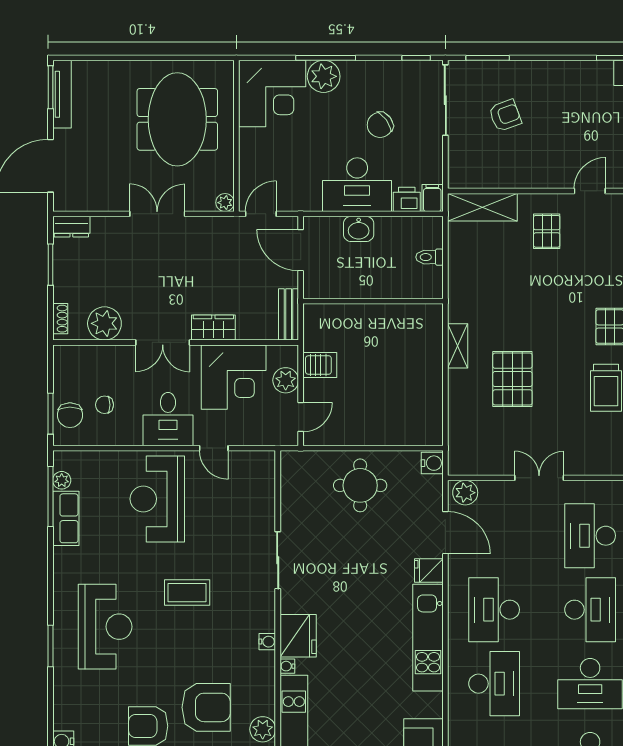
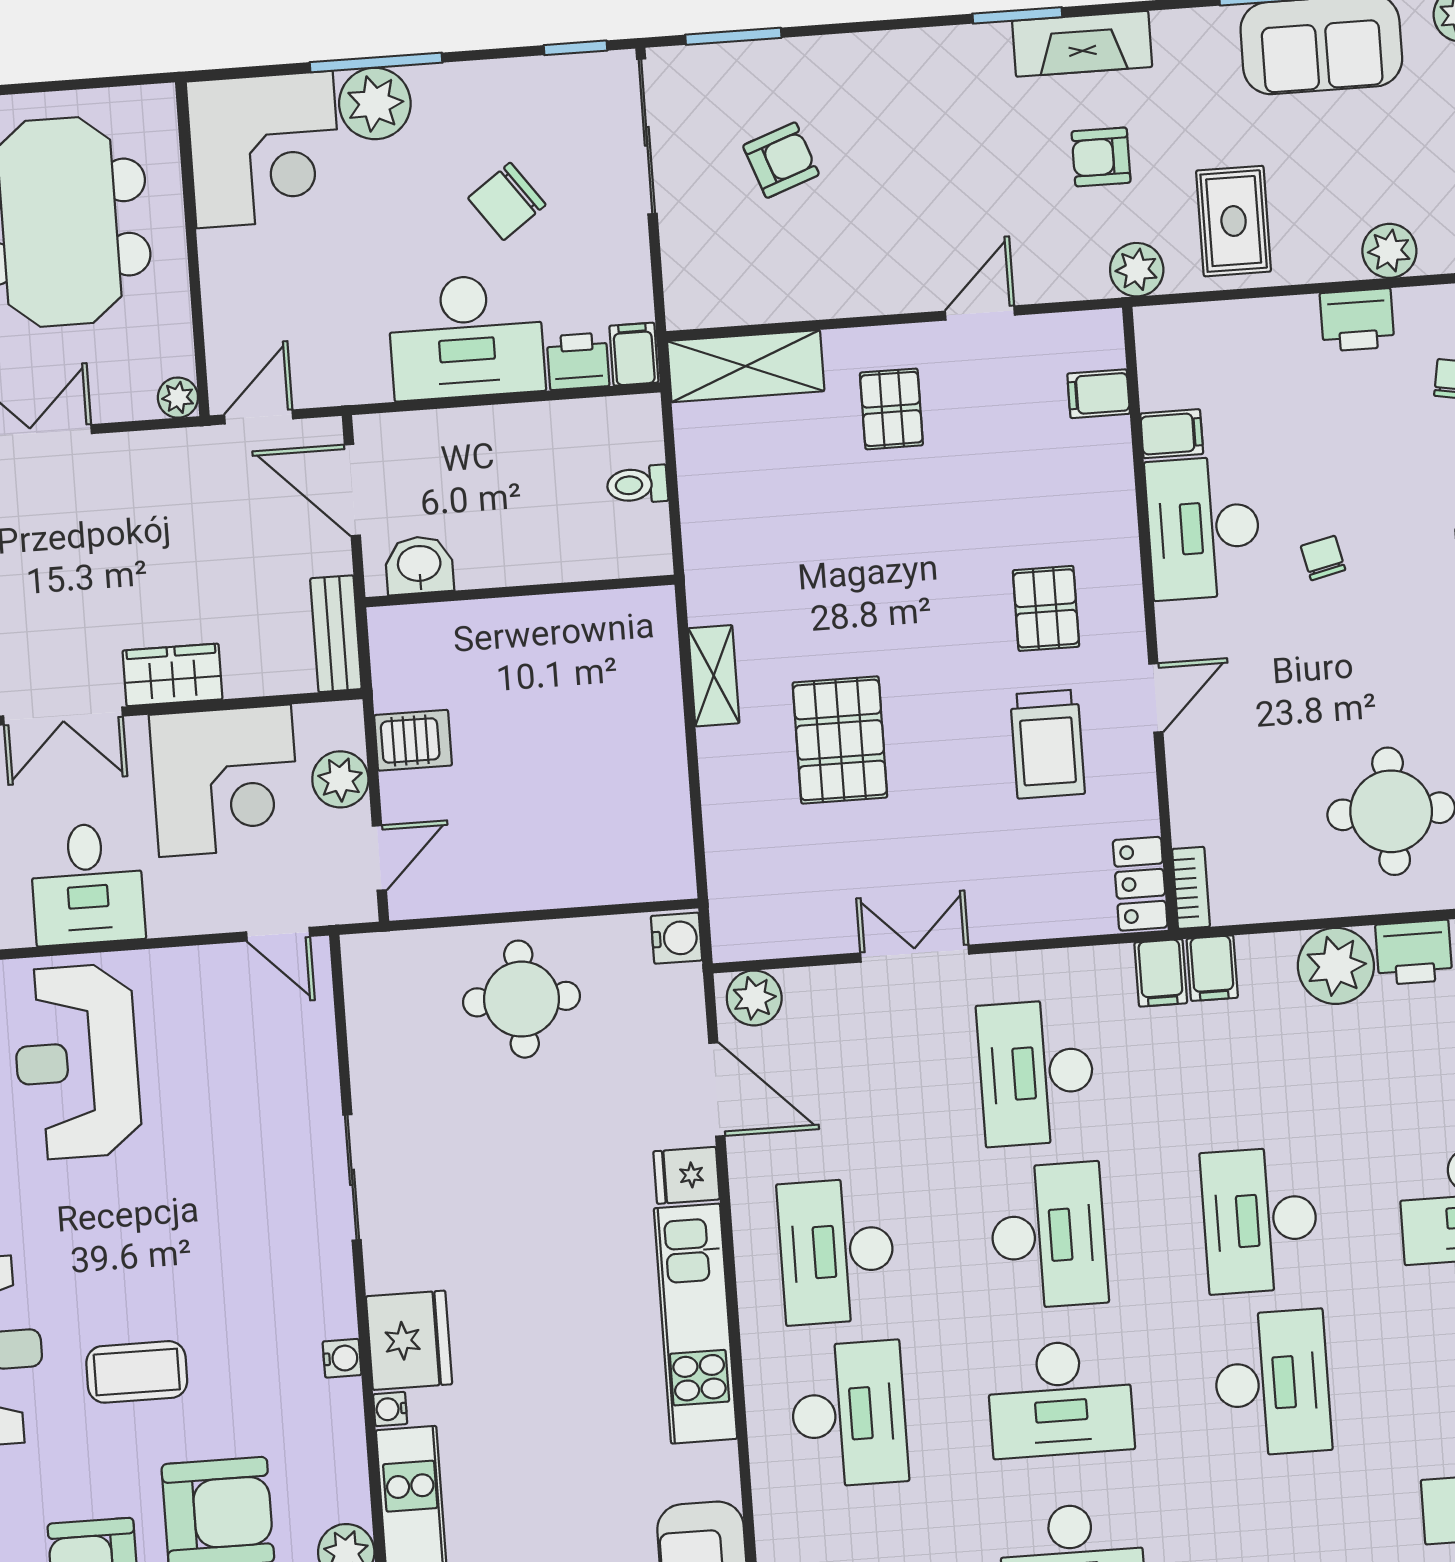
washbasin: (359, 229) -> (419, 565), moved, turned 180
door: (214, 448) -> (278, 934), moved
coffee table: (187, 593) -> (137, 1372), moved

